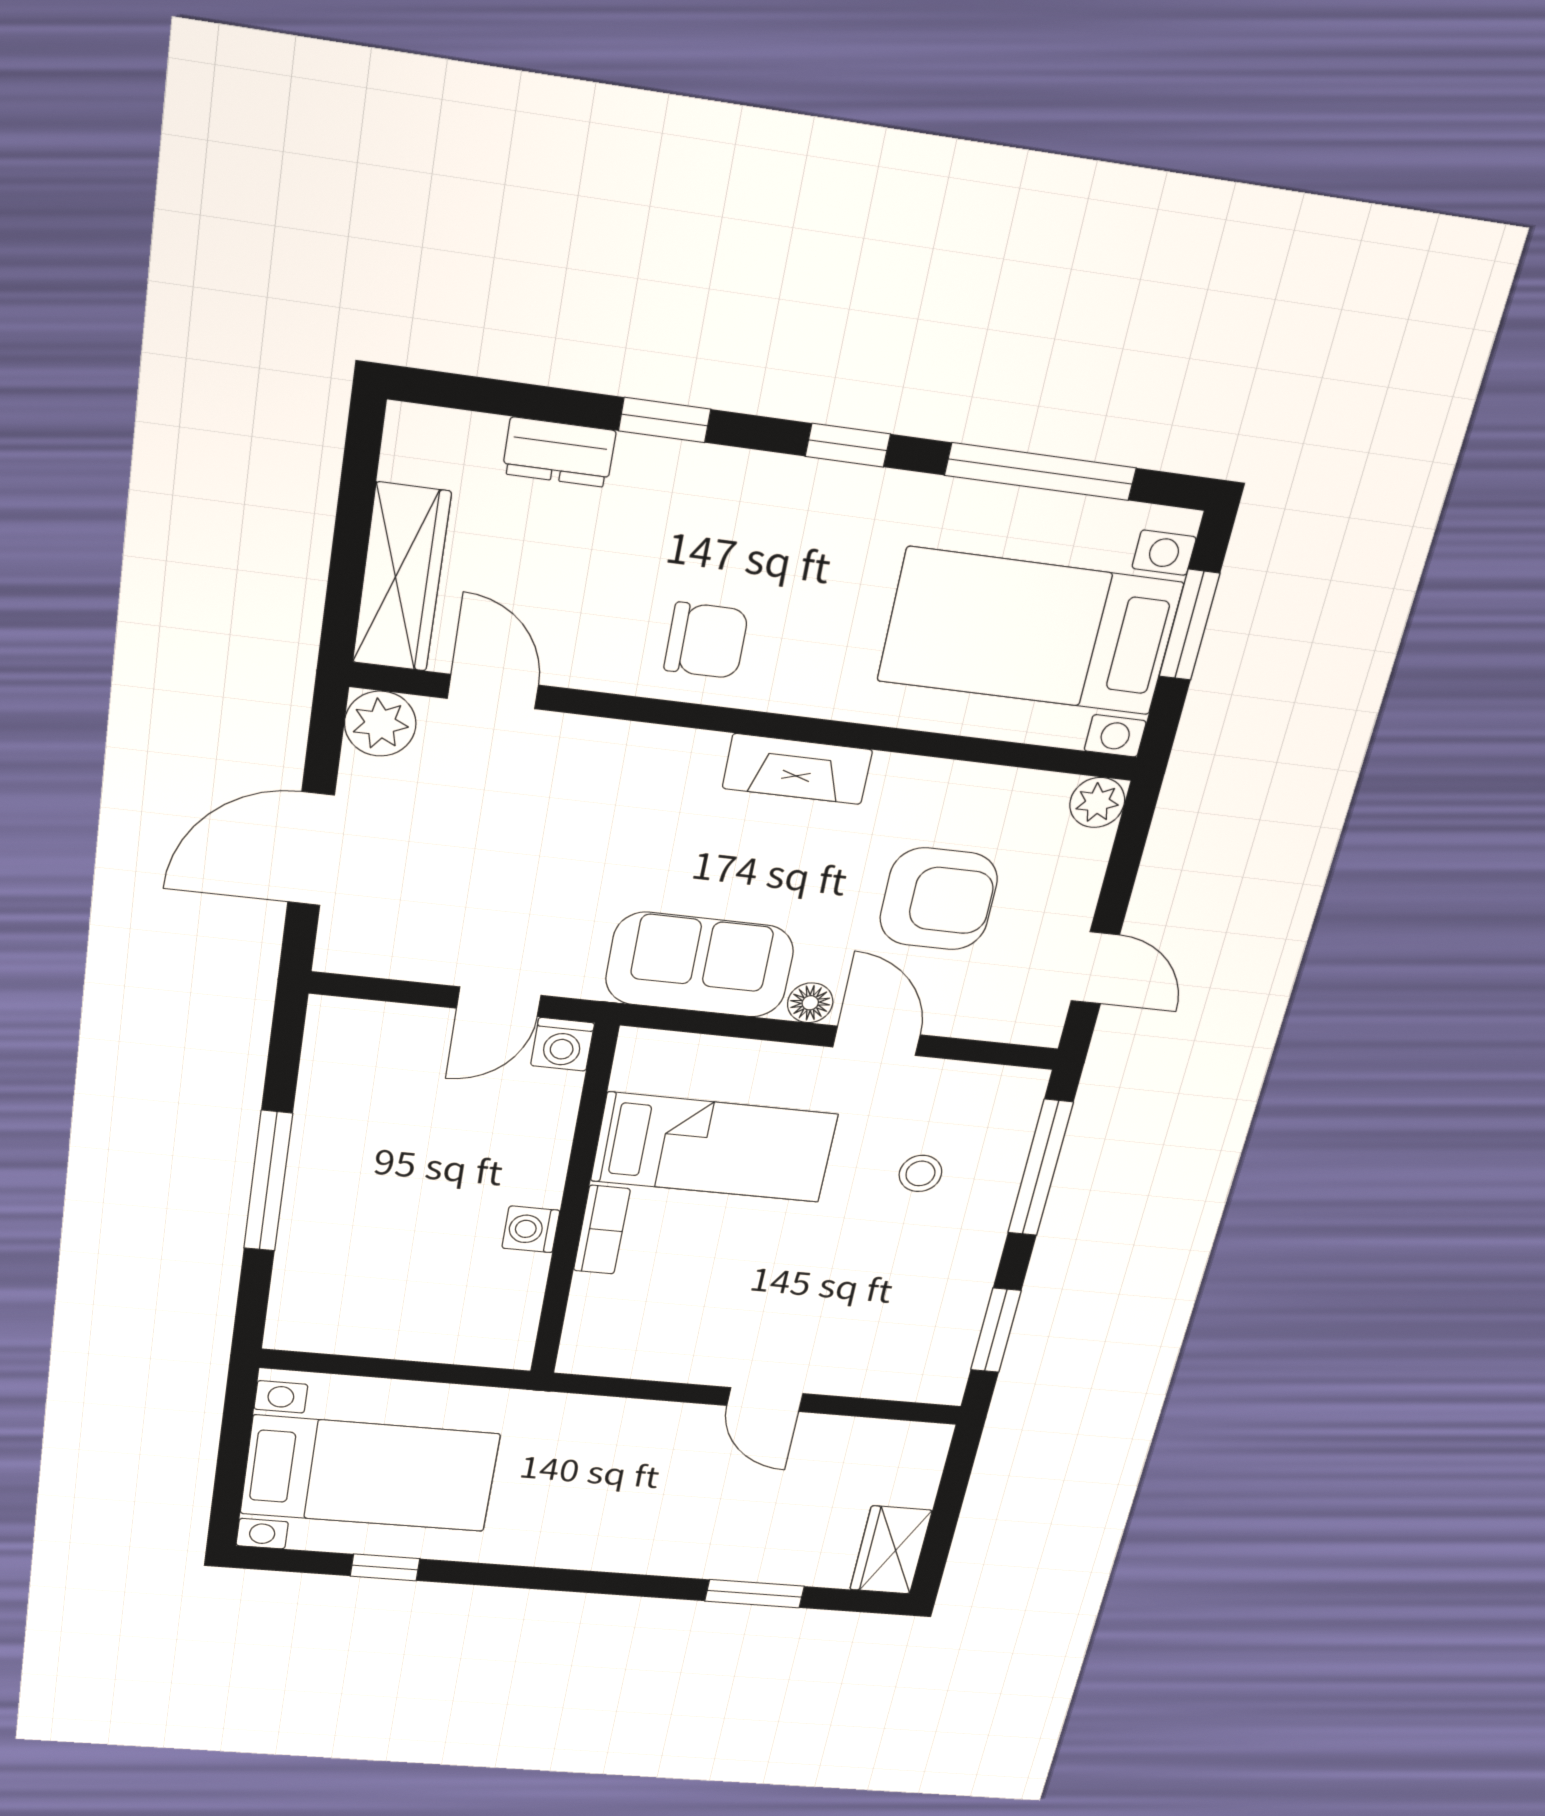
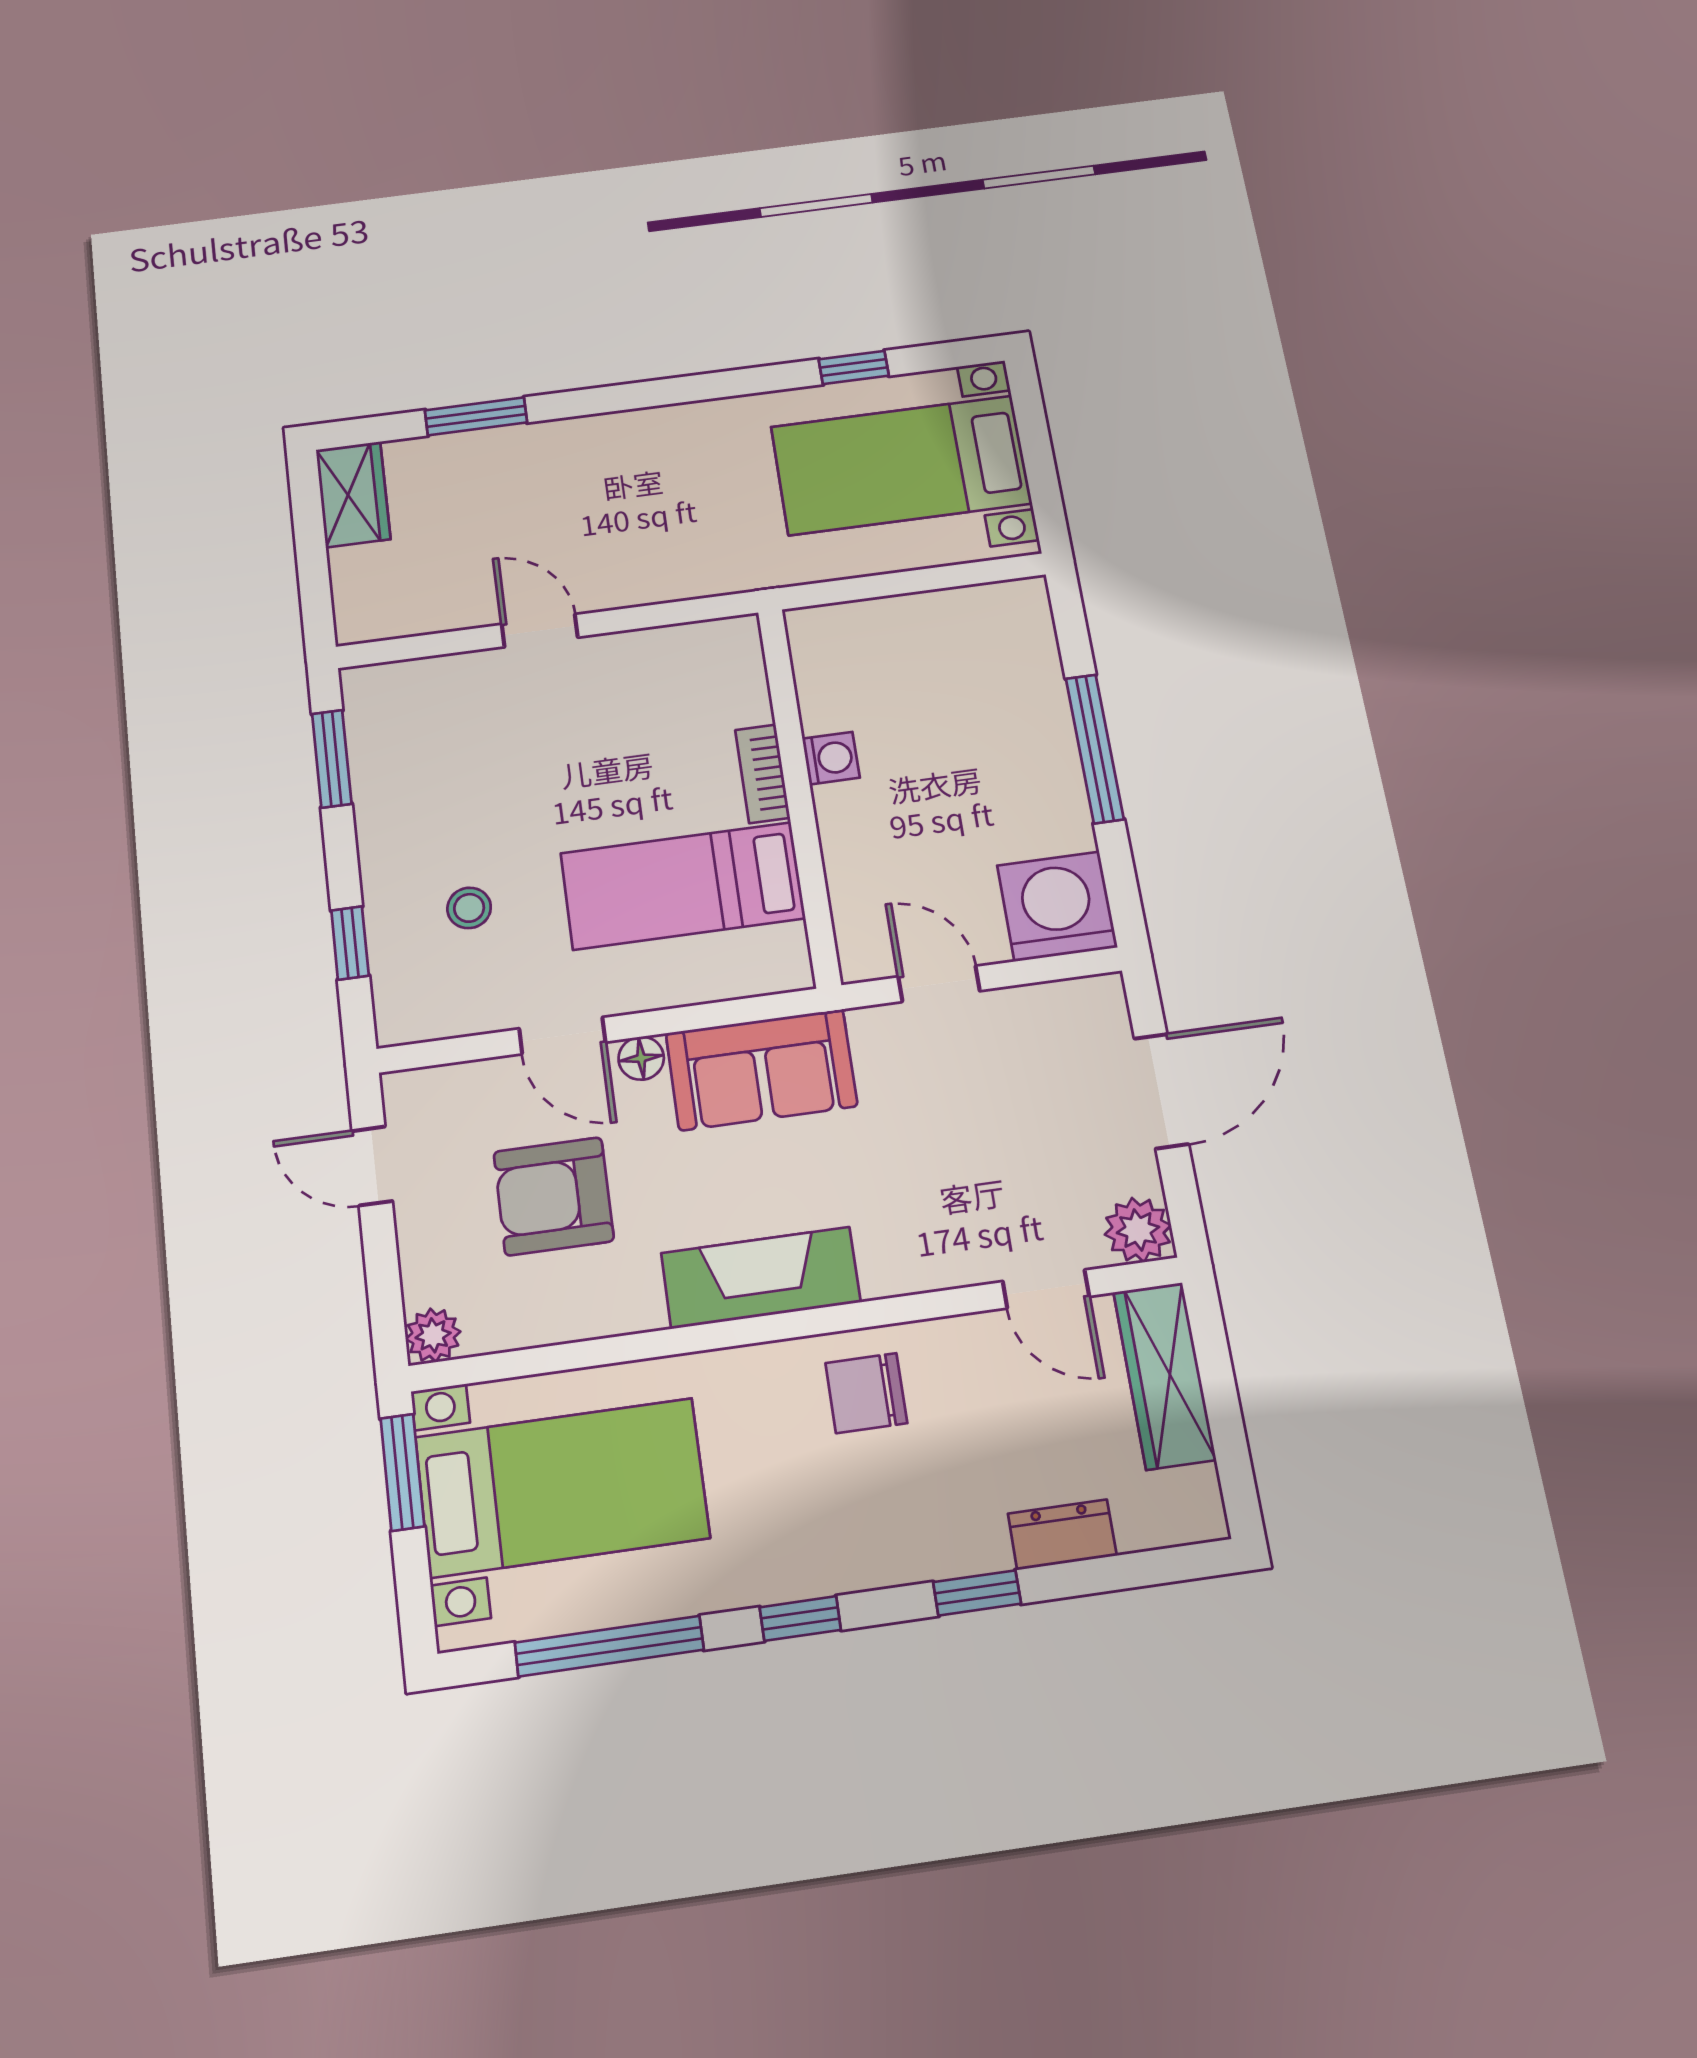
window: (1189, 625) -> (402, 1472), moved
fireplace: (797, 769) -> (761, 1278), width x1.37, depth x1.32
door: (499, 1002) -> (939, 984), hinge flipped
washing machine: (562, 1044) -> (1057, 906), moved, width x1.89, depth x1.89
window: (1040, 1168) -> (350, 943), width x0.46

